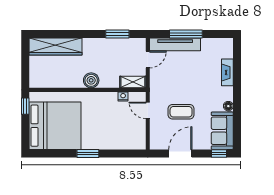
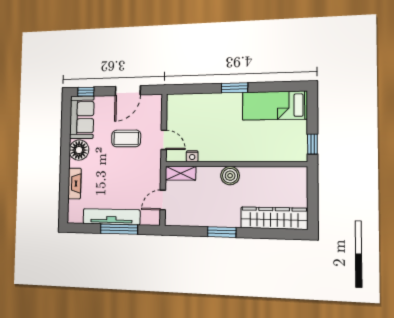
window: (117, 34) -> (222, 232), moved
tv unit: (175, 44) -> (111, 217), moved
floor lamp: (228, 106) -> (79, 150), width x1.89, depth x1.89
bed: (55, 126) -> (275, 106), width x0.49

